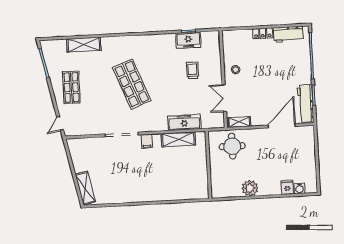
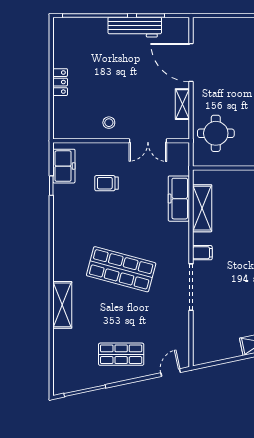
workbench: (288, 34) -> (63, 46), removed
freezer: (188, 40) -> (64, 166), moved
shelving: (84, 45) -> (62, 305), moved
shop shelf: (132, 84) -> (121, 269), turned 36
workbench: (306, 104) -> (135, 27), moved
shelving: (239, 122) -> (182, 104), moved
door: (60, 123) -> (171, 373), swing flipped

